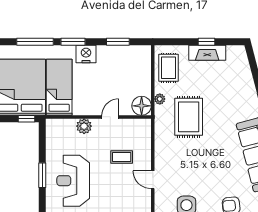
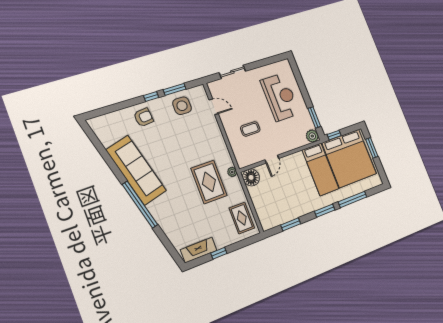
fireplace: (207, 53) -> (199, 250), moved
nightstand: (86, 54) -> (311, 204), removed
plant: (160, 99) -> (232, 172), moved
plant: (84, 126) -> (312, 136), moved
window: (42, 175) -> (314, 117), moved
door: (153, 180) -> (214, 107), moved

